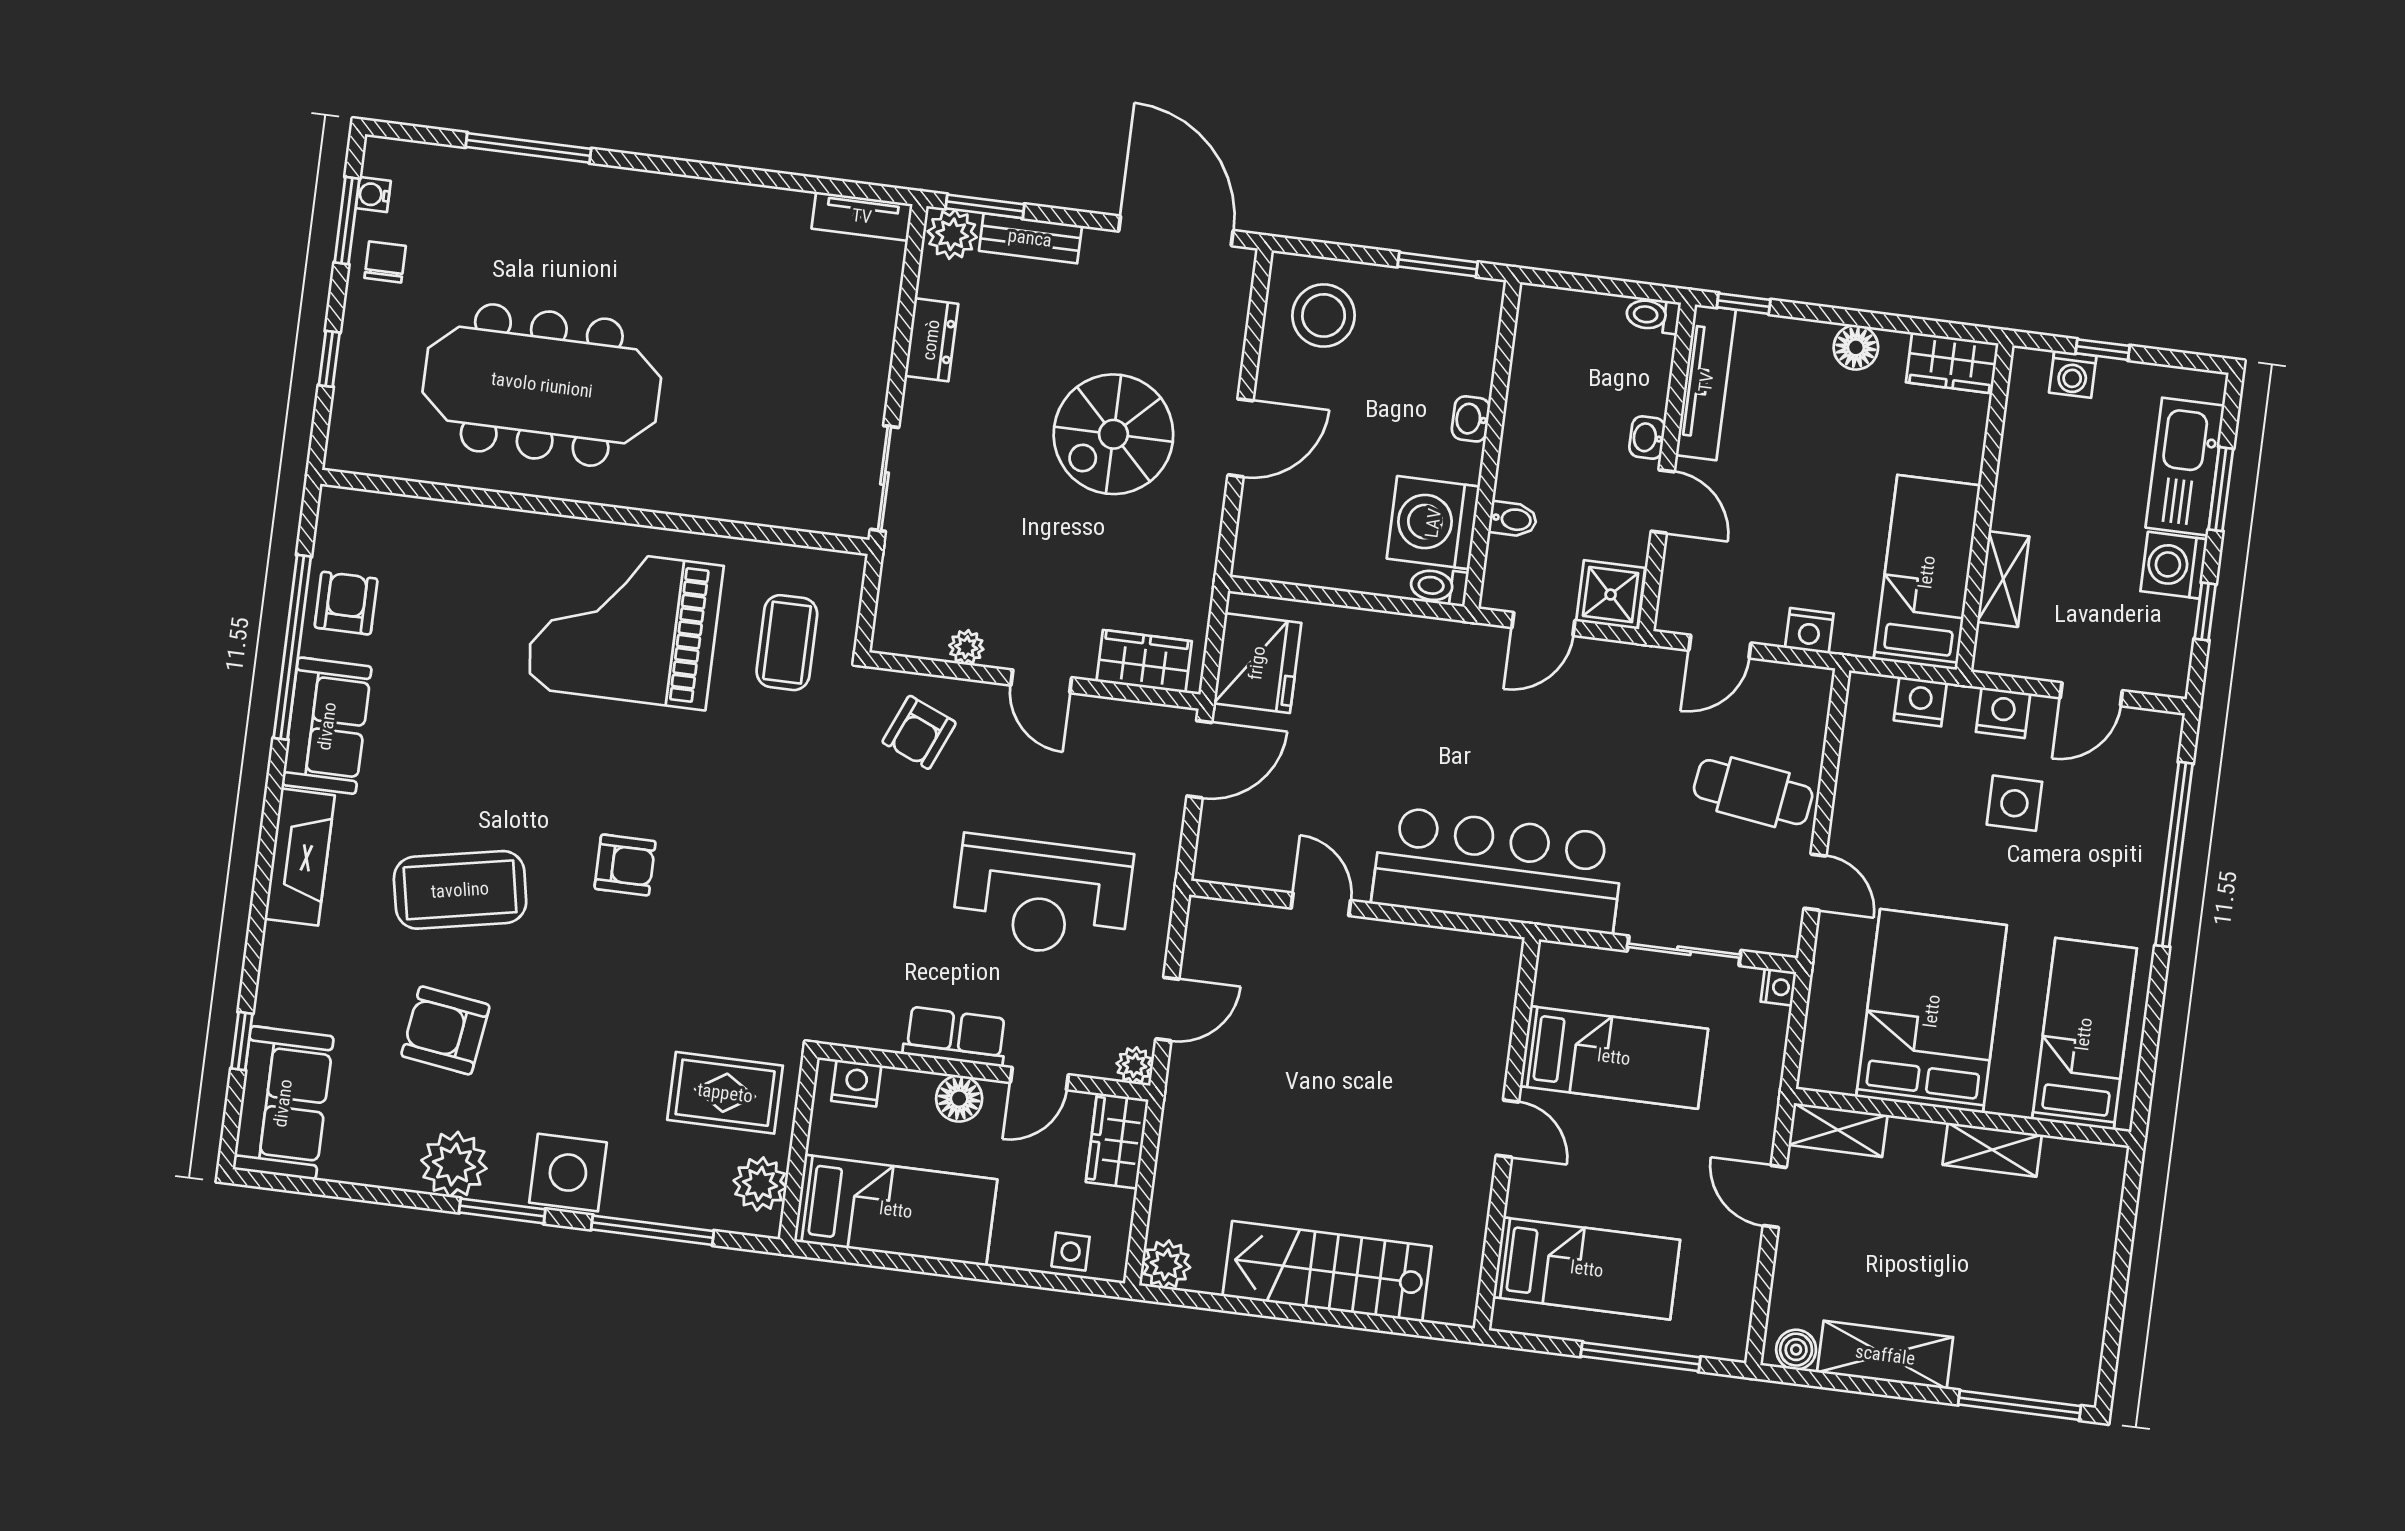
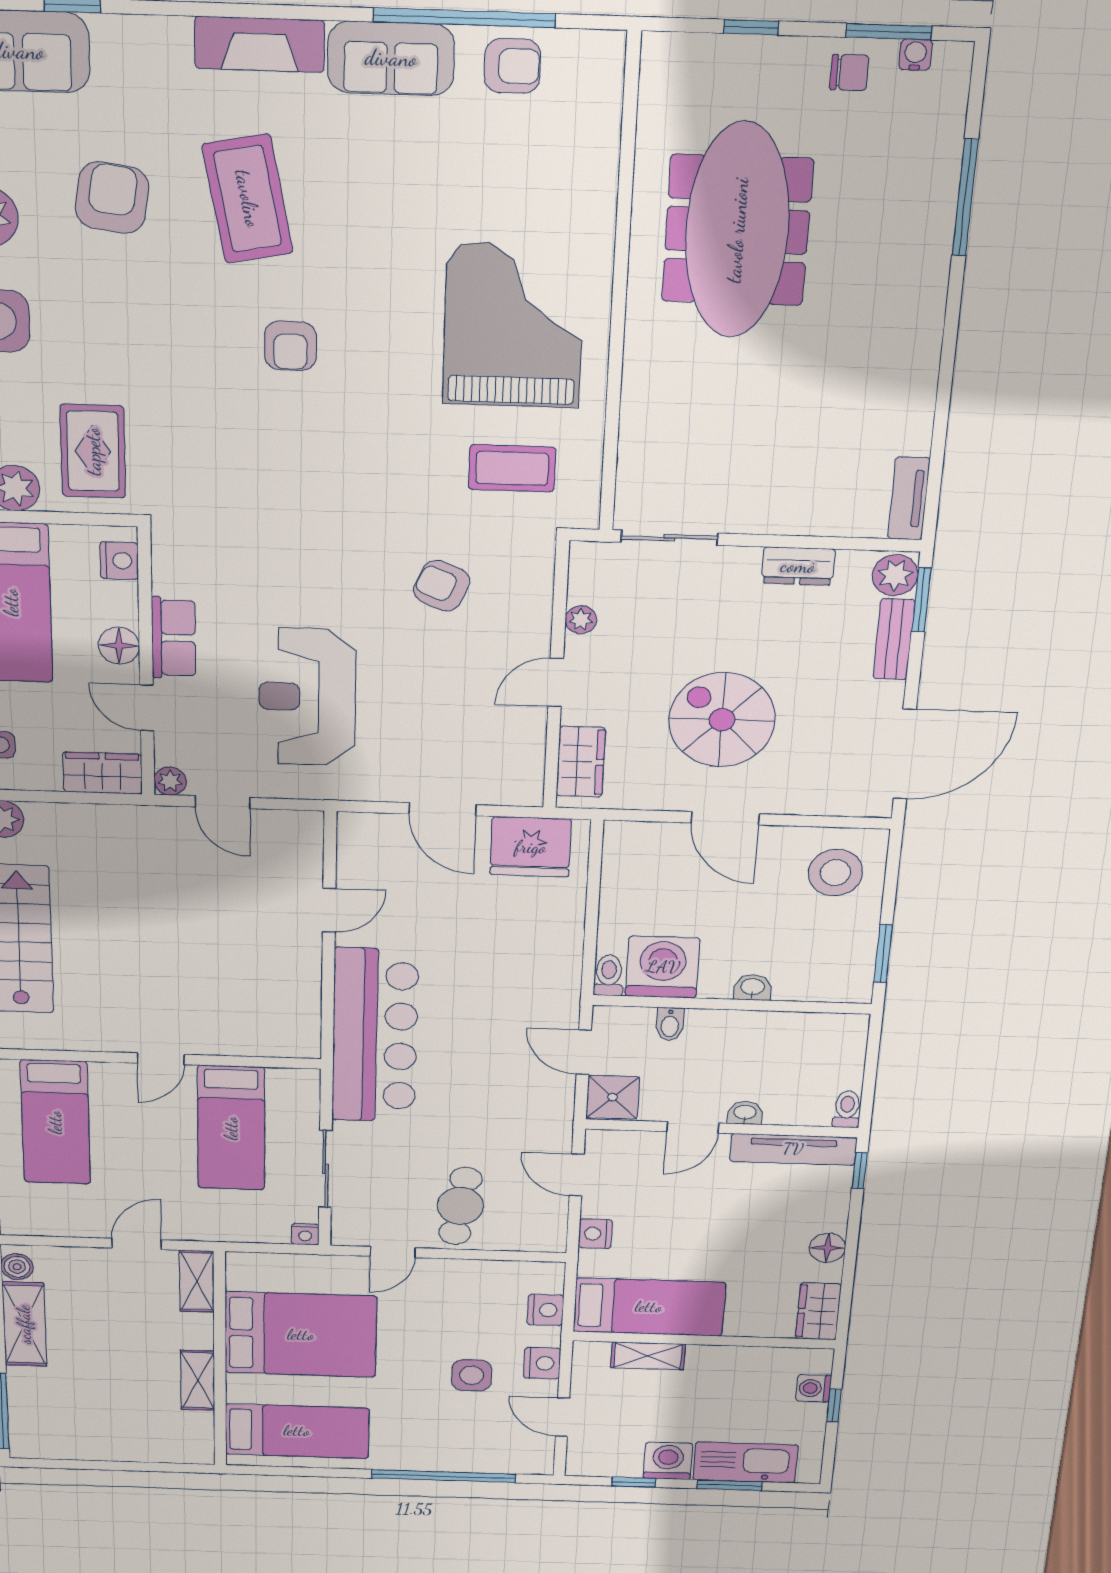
plant: (966, 647) -> (581, 620), moved
wardrobe: (1144, 661) -> (581, 762), moved
wall: (1034, 680) -> (556, 677), moved
door: (1041, 681) -> (556, 682), moved

